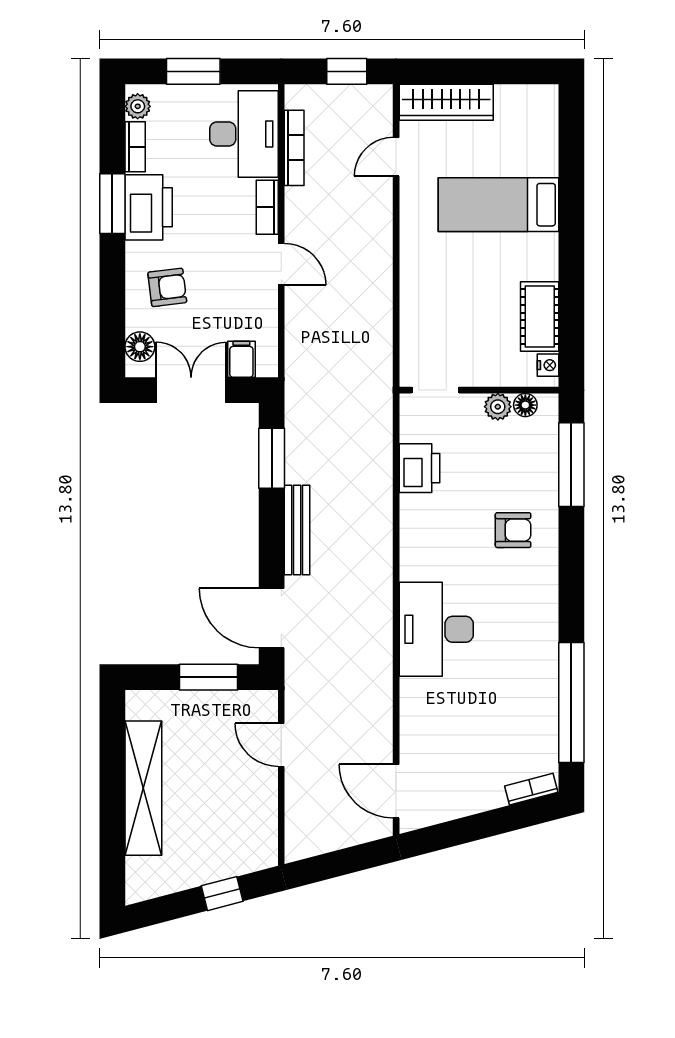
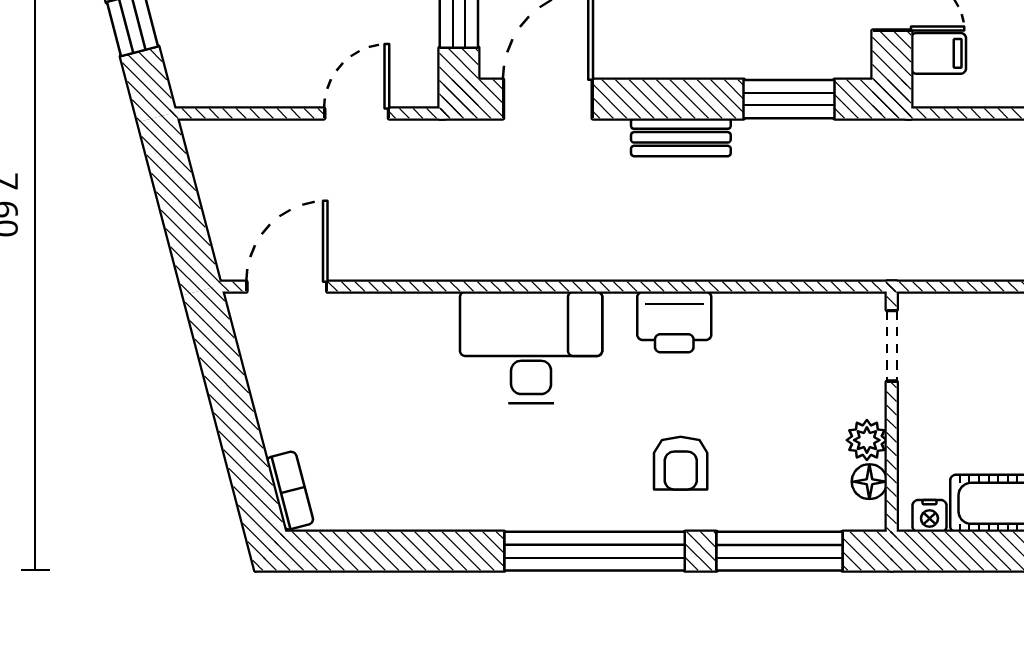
printer: (419, 468) -> (674, 322), moved
bench: (297, 530) -> (681, 137), width x0.73
window: (571, 702) -> (595, 551), moved

